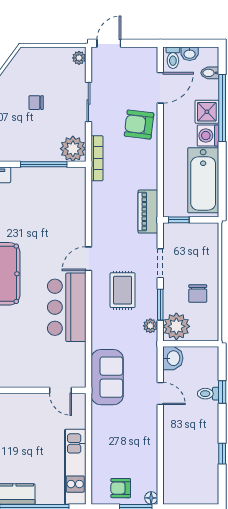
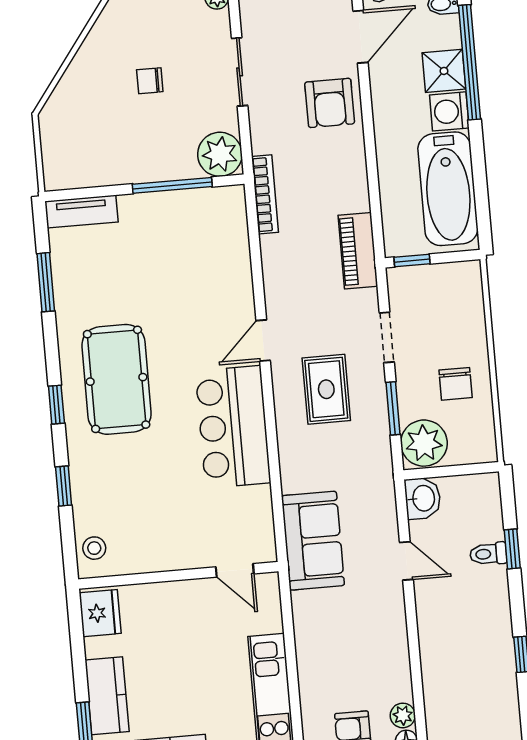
armchair: (139, 125) -> (330, 103), turned -97
bookcase: (97, 158) -> (265, 194), moved
plant: (150, 326) -> (403, 715), moved

